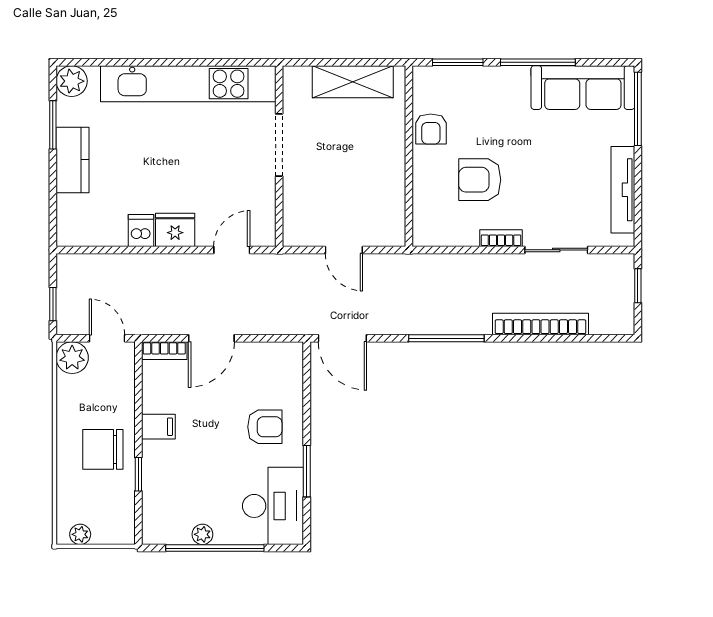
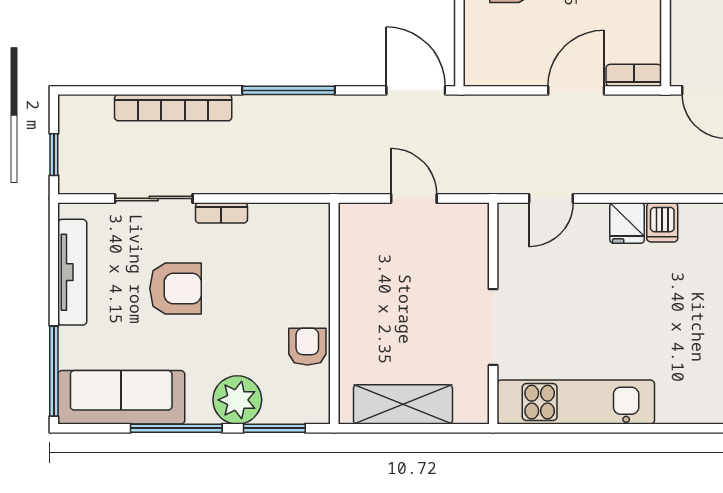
kitchen unit: (188, 84) -> (576, 402), width x0.73
plant: (488, 85) -> (237, 400), added
armchair: (480, 180) -> (176, 288), moved
fridge: (175, 230) -> (627, 223), width x0.72

